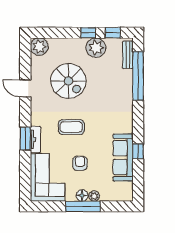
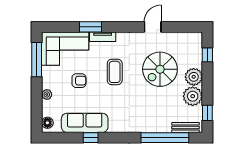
window: (88, 33) -> (207, 55), moved
plant: (39, 47) -> (194, 77), moved
window: (25, 138) -> (91, 27), moved
floor lamp: (82, 195) -> (47, 123), moved
window: (83, 206) -> (37, 60), moved

